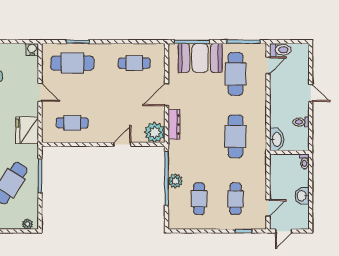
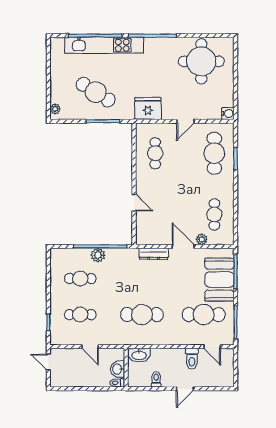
toilet: (280, 50) -> (192, 359), moved
plant: (155, 132) -> (202, 239), moved, width x0.53, depth x0.53
washbasin: (302, 196) -> (118, 369), moved, turned -90
door: (268, 208) -> (90, 347), moved

